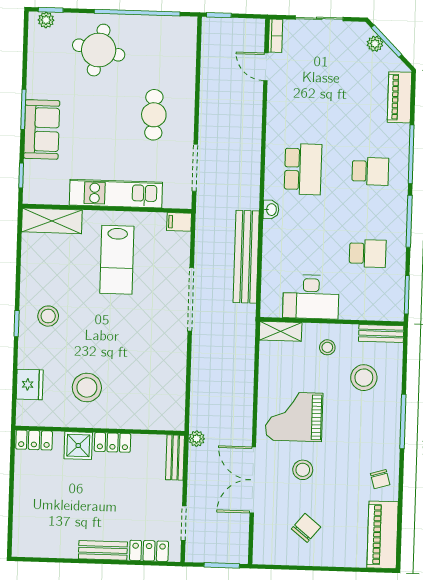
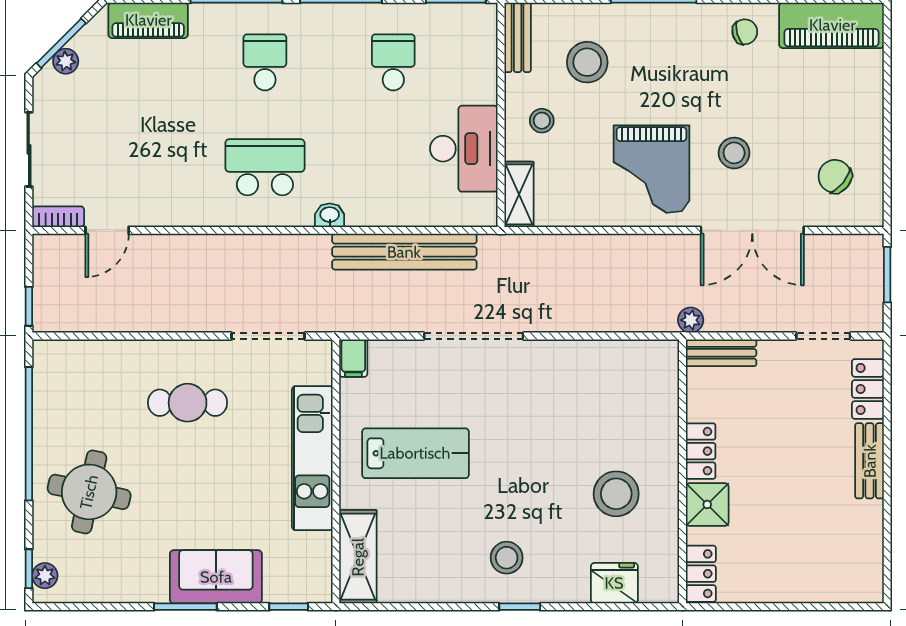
chair: (306, 528) -> (835, 176), moved

